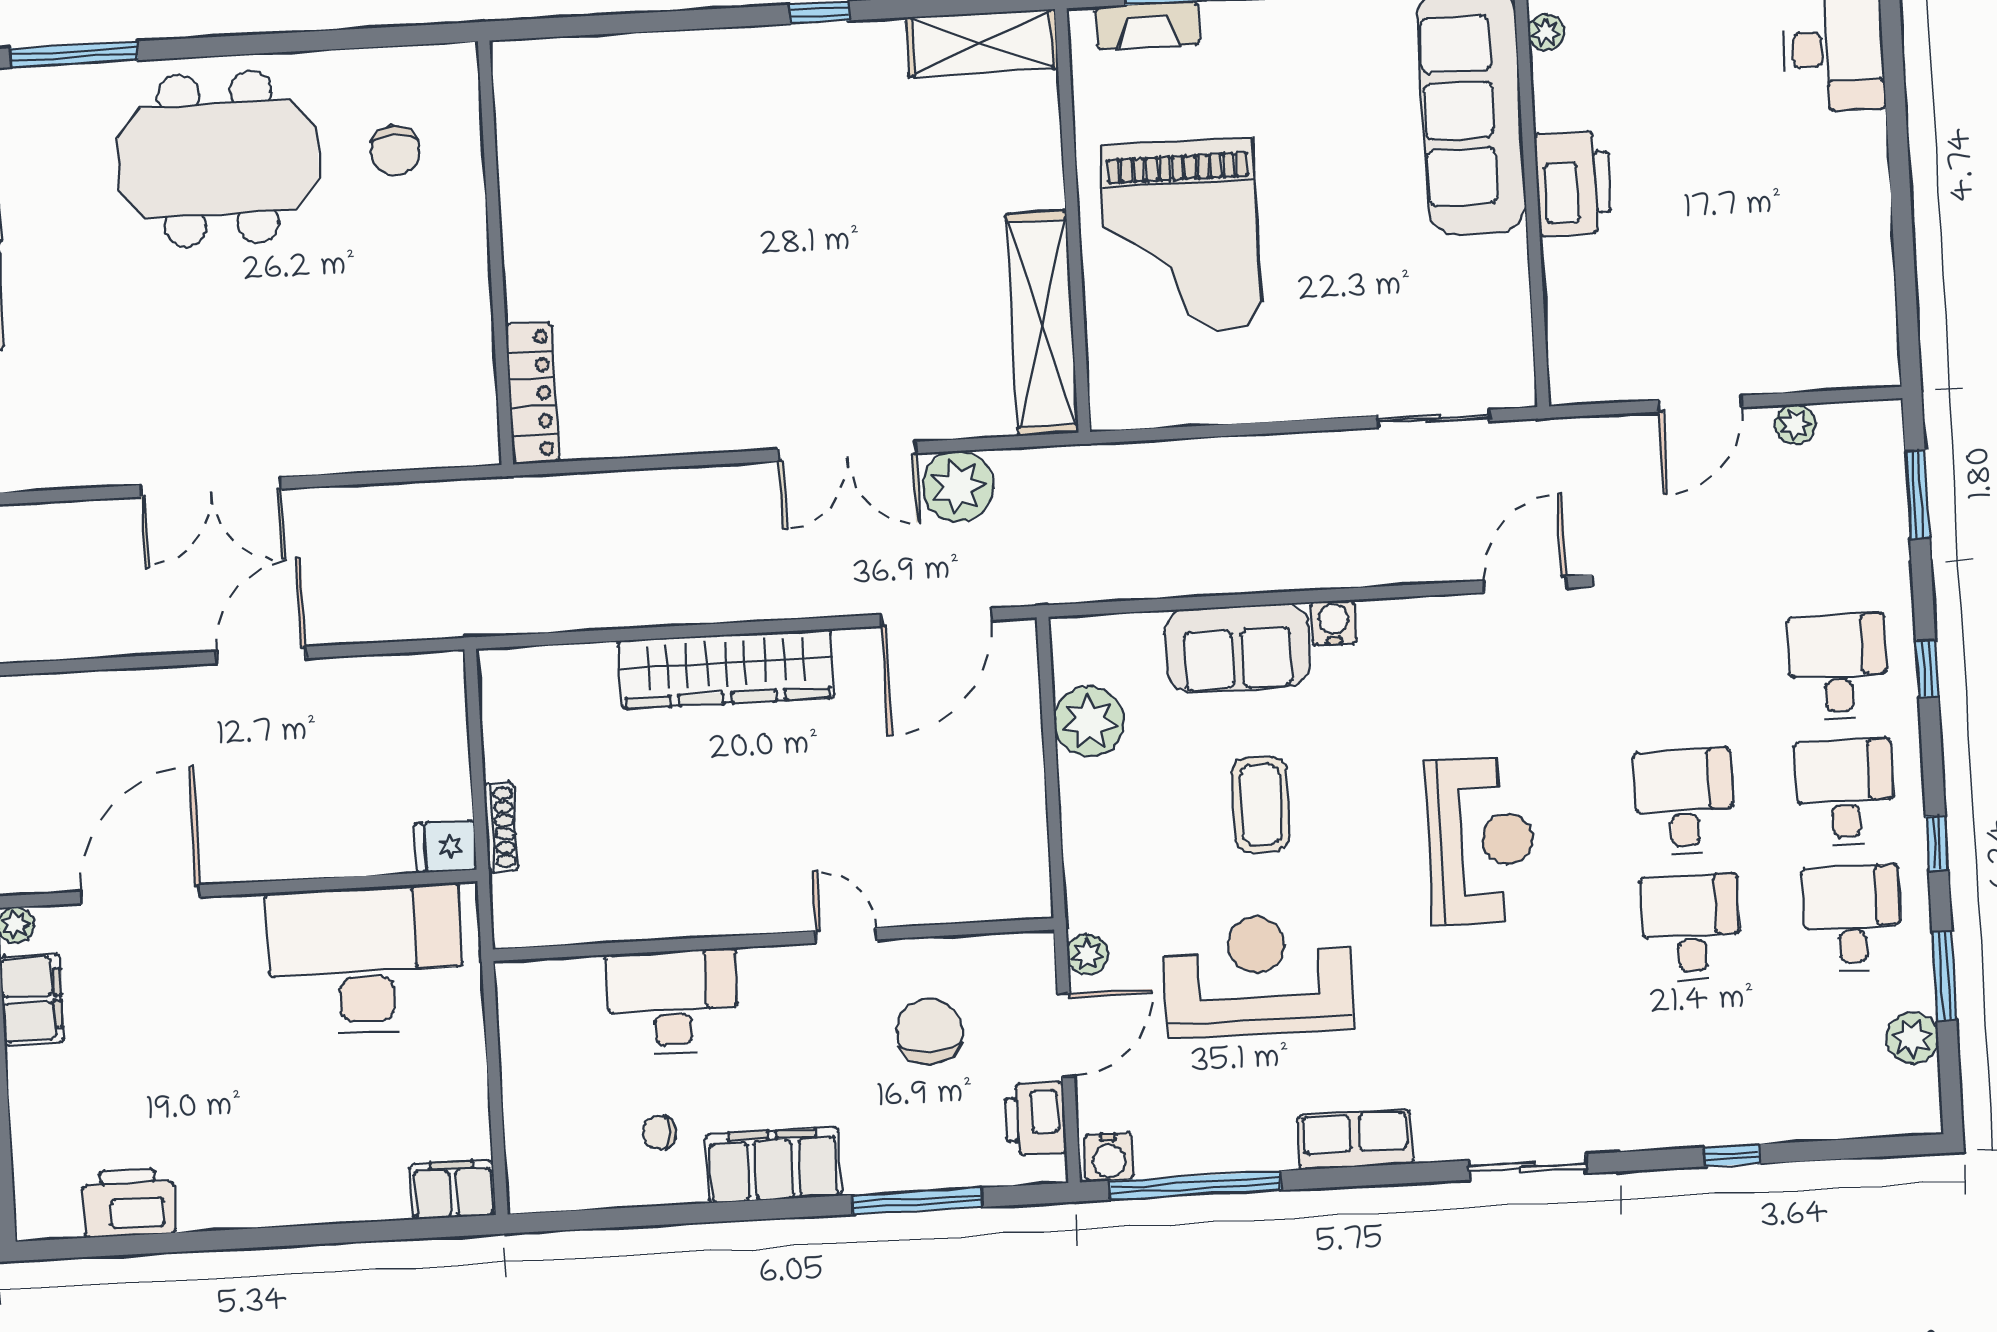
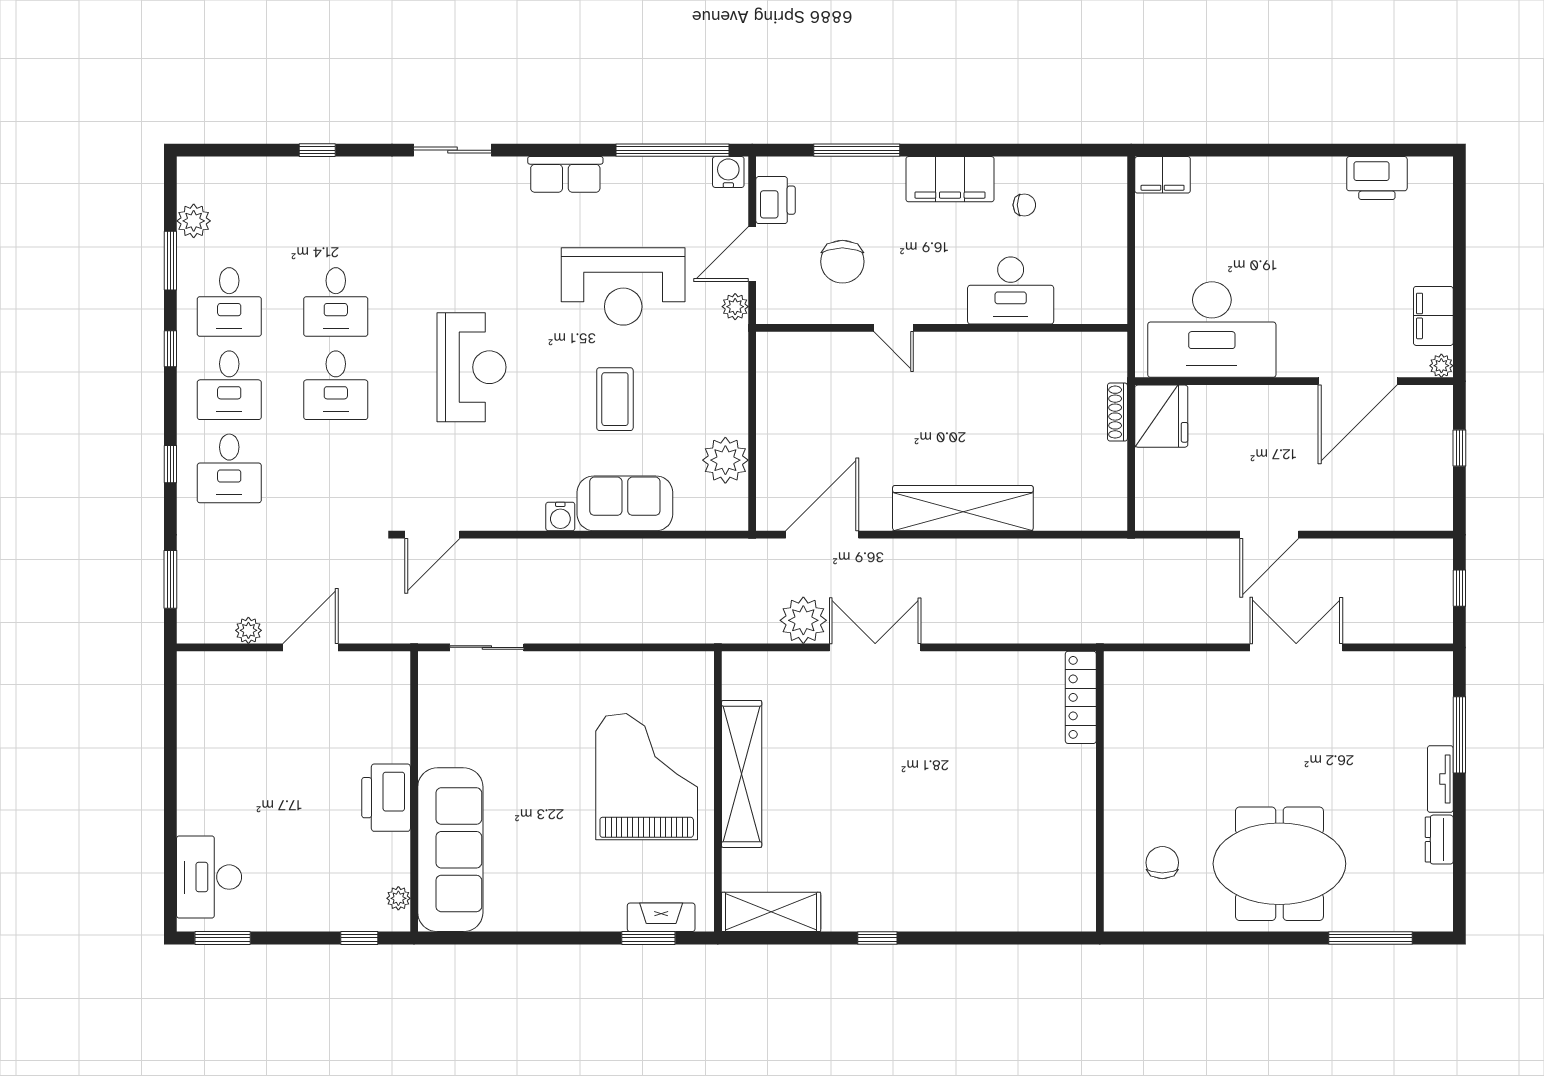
shelving: (1042, 323) -> (742, 774), moved
reception desk: (1481, 841) -> (471, 367), turned 180
fridge: (446, 846) -> (1161, 416), width x1.88, depth x1.34

